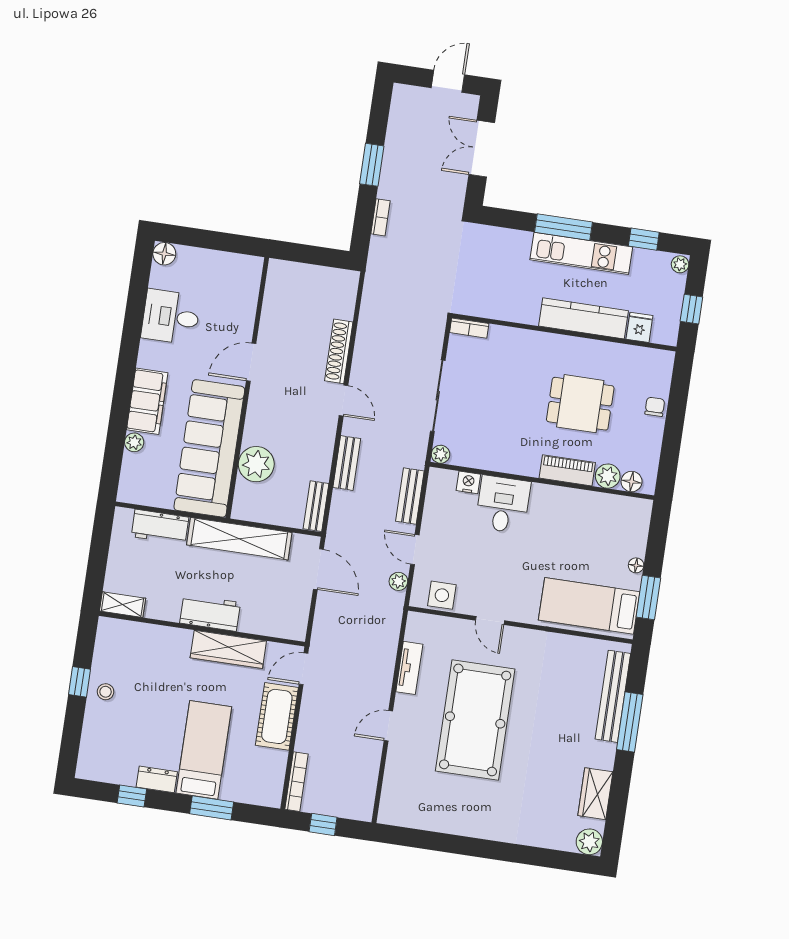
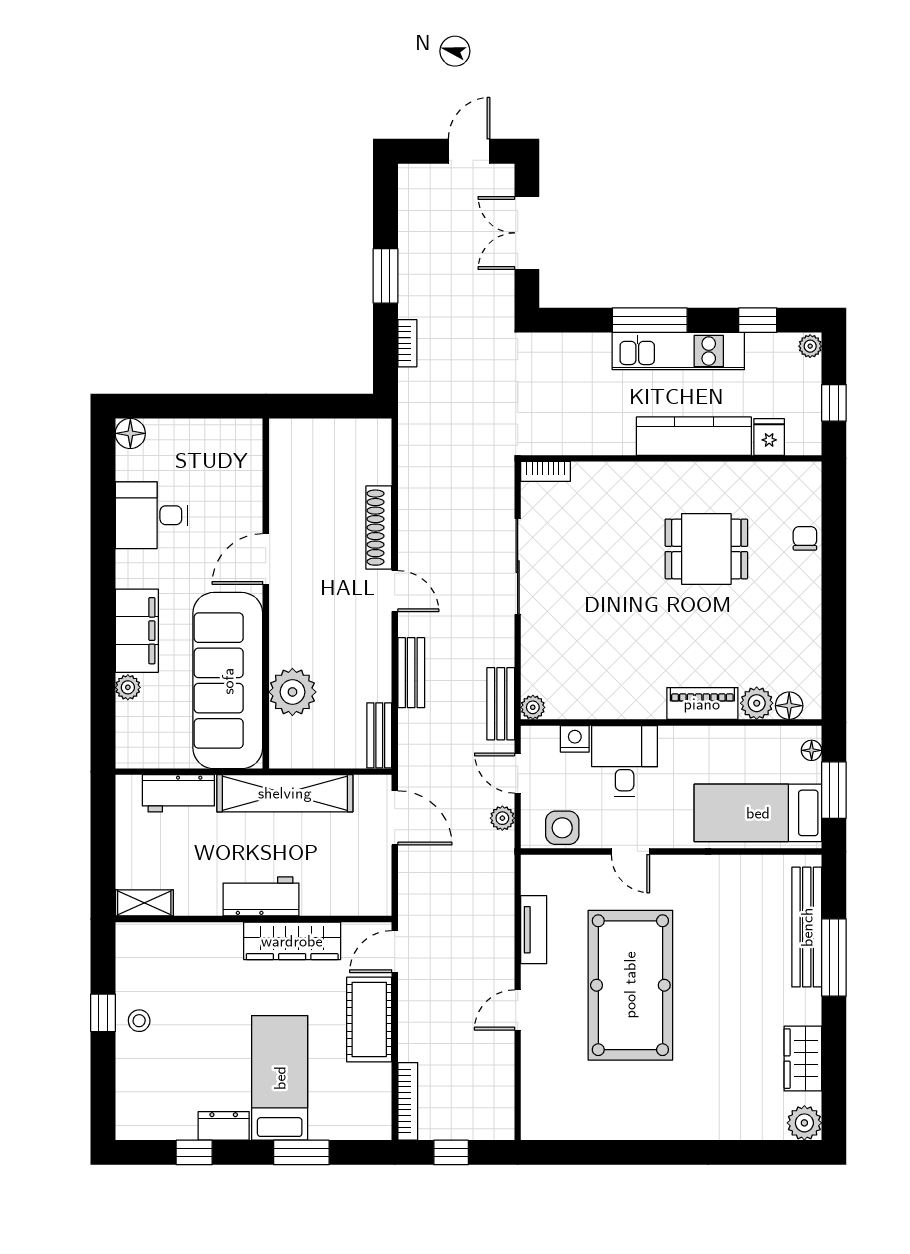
plant: (441, 454) -> (533, 707), moved
piano: (567, 470) -> (702, 704), moved
plant: (608, 476) -> (757, 703), moved
wall: (542, 481) -> (671, 722), moved
nightstand: (468, 482) -> (575, 739), moved
floor lamp: (632, 482) -> (789, 706), moved
desk: (503, 504) -> (625, 761), moved

